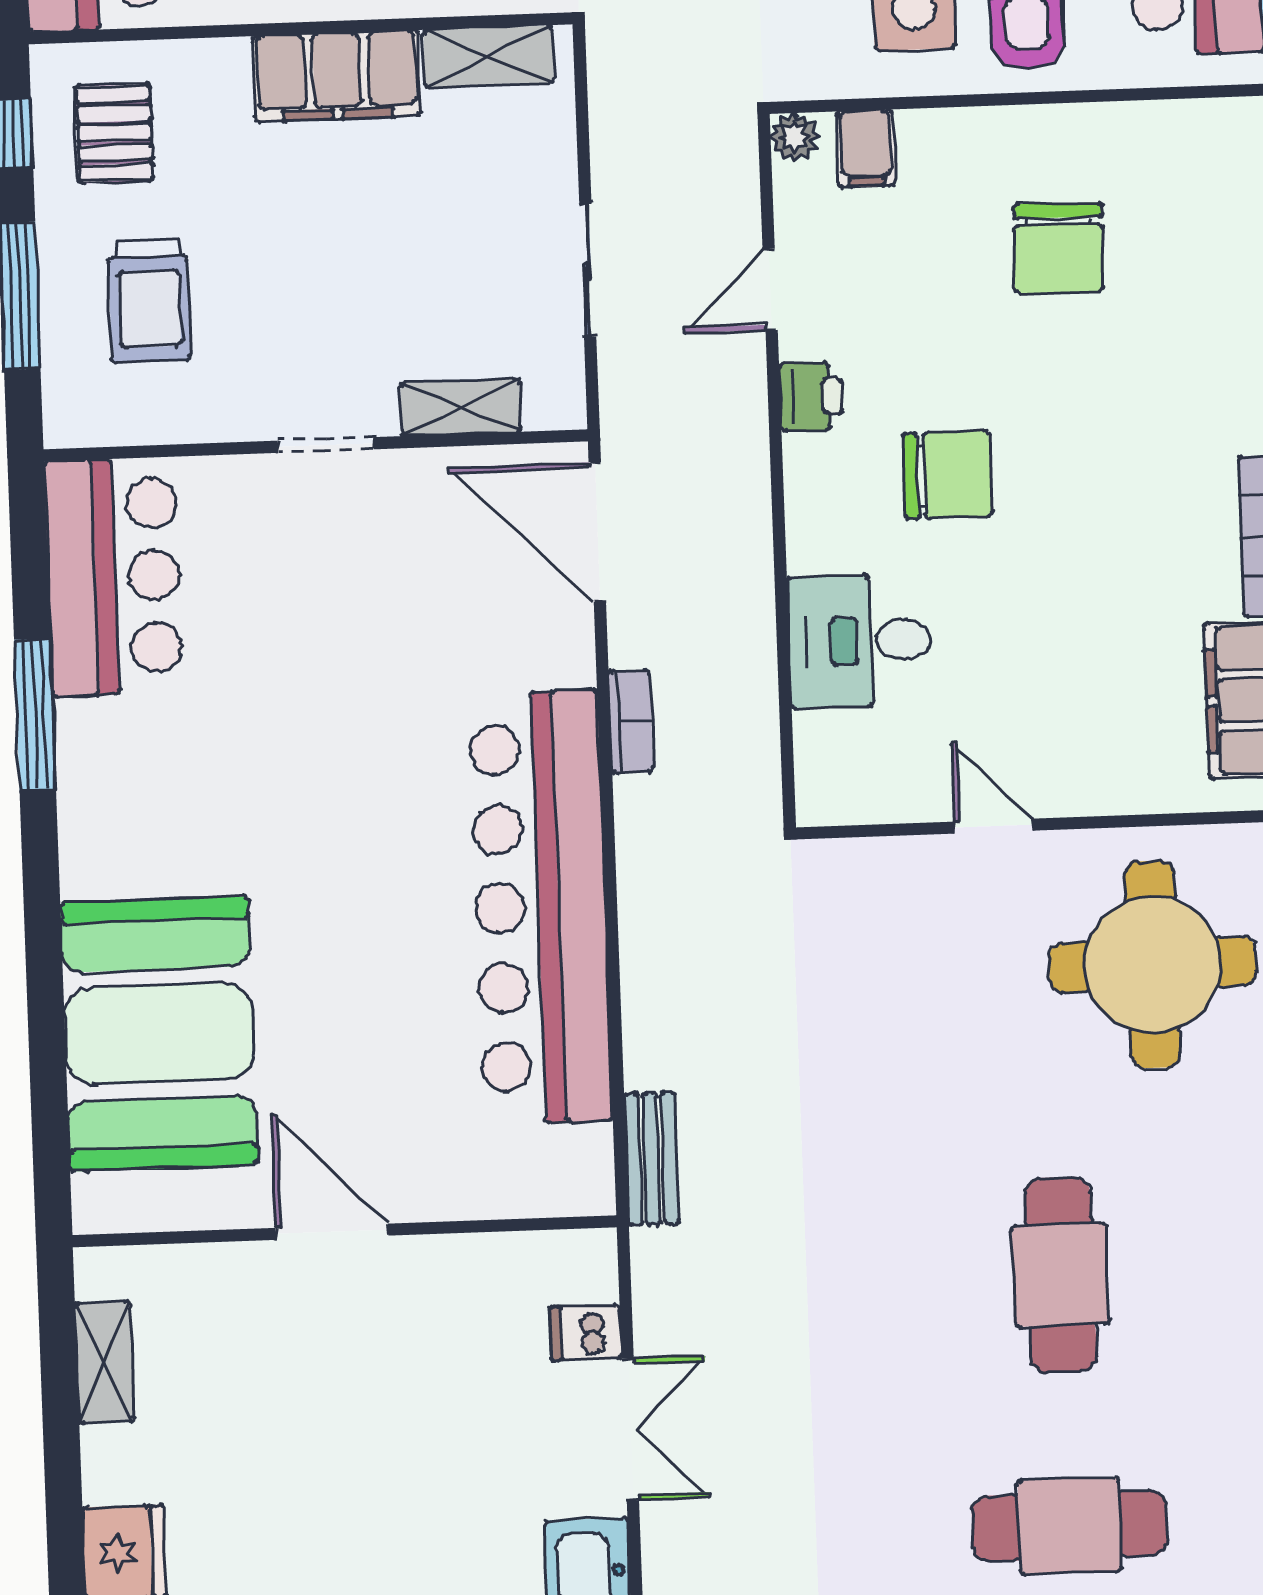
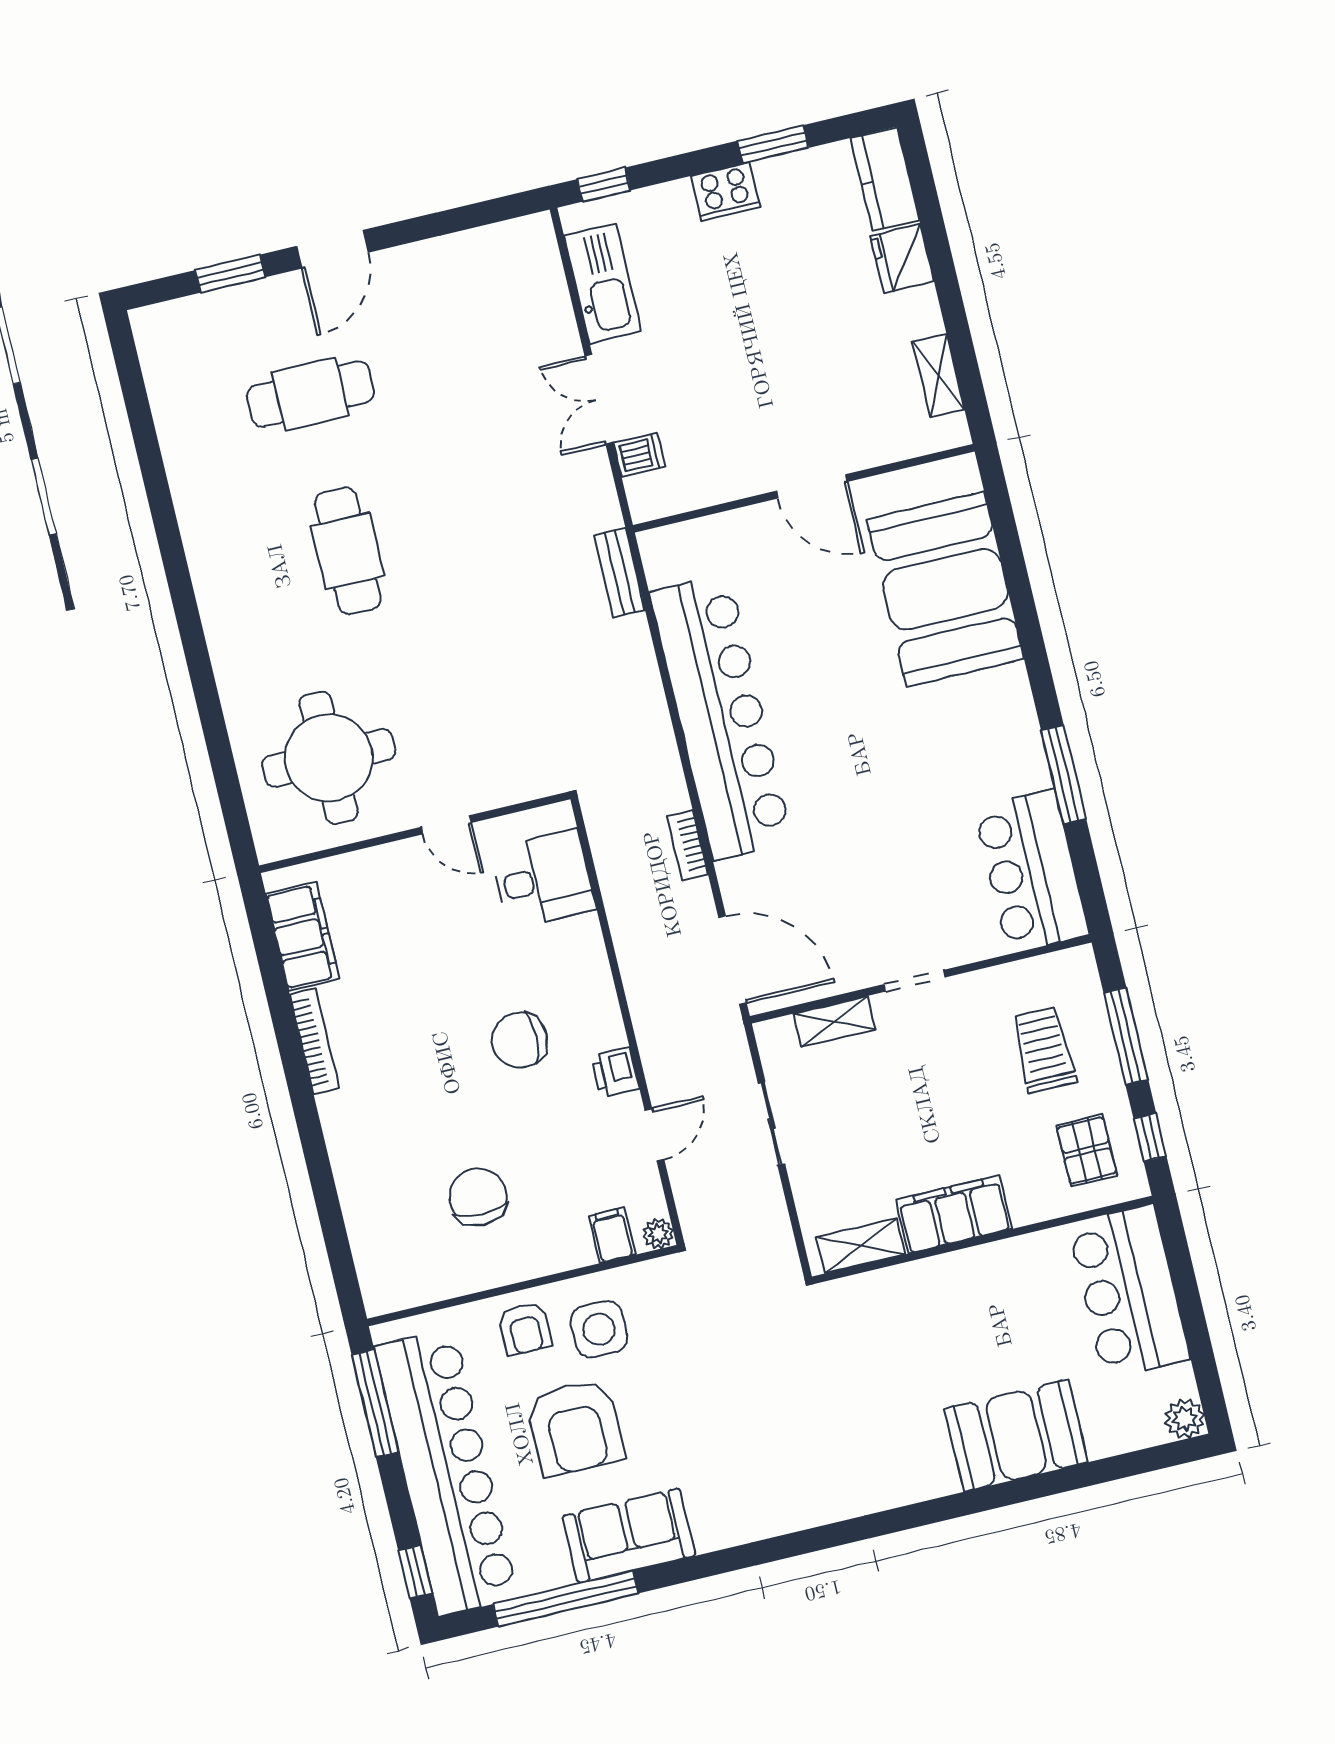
desk: (860, 641) -> (543, 879), moved

